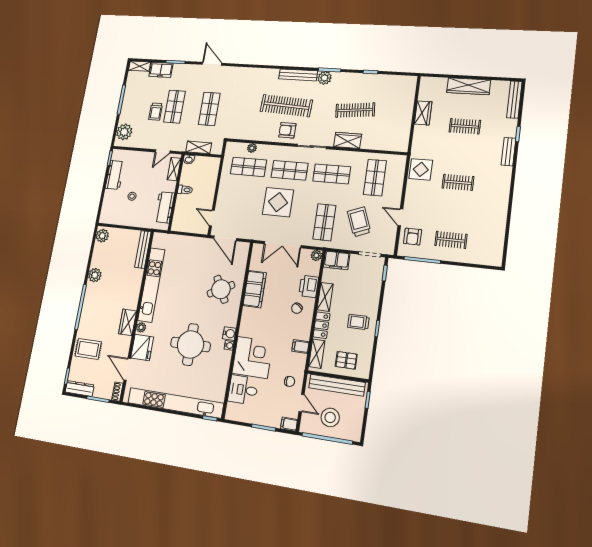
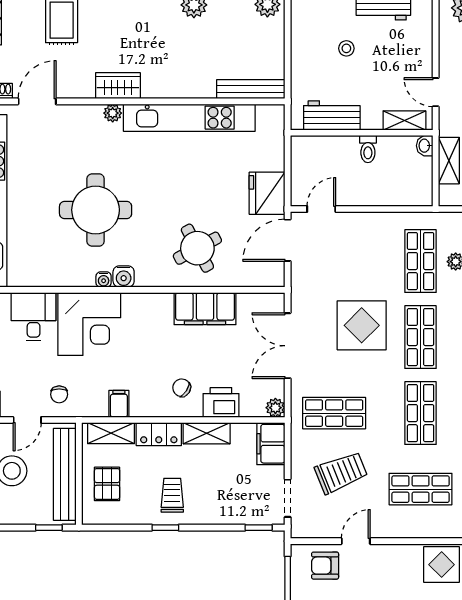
fridge: (142, 347) -> (267, 193), moved, turned 90

